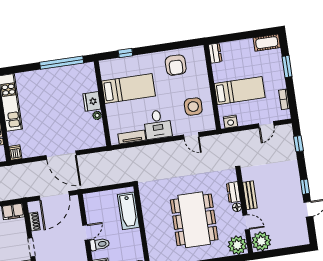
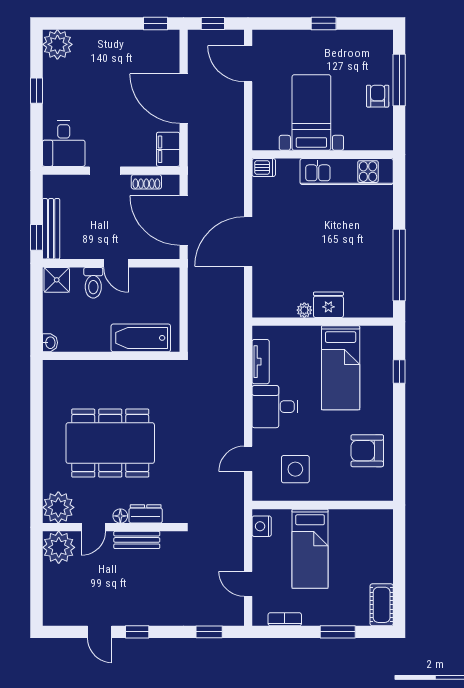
dresser: (215, 53) -> (377, 518), removed

